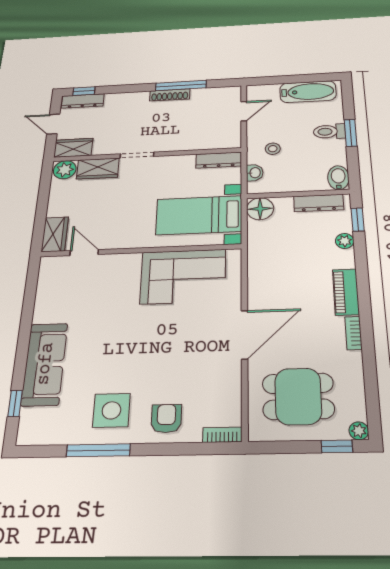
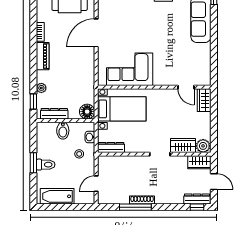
bidet: (338, 178) -> (63, 131), moved

